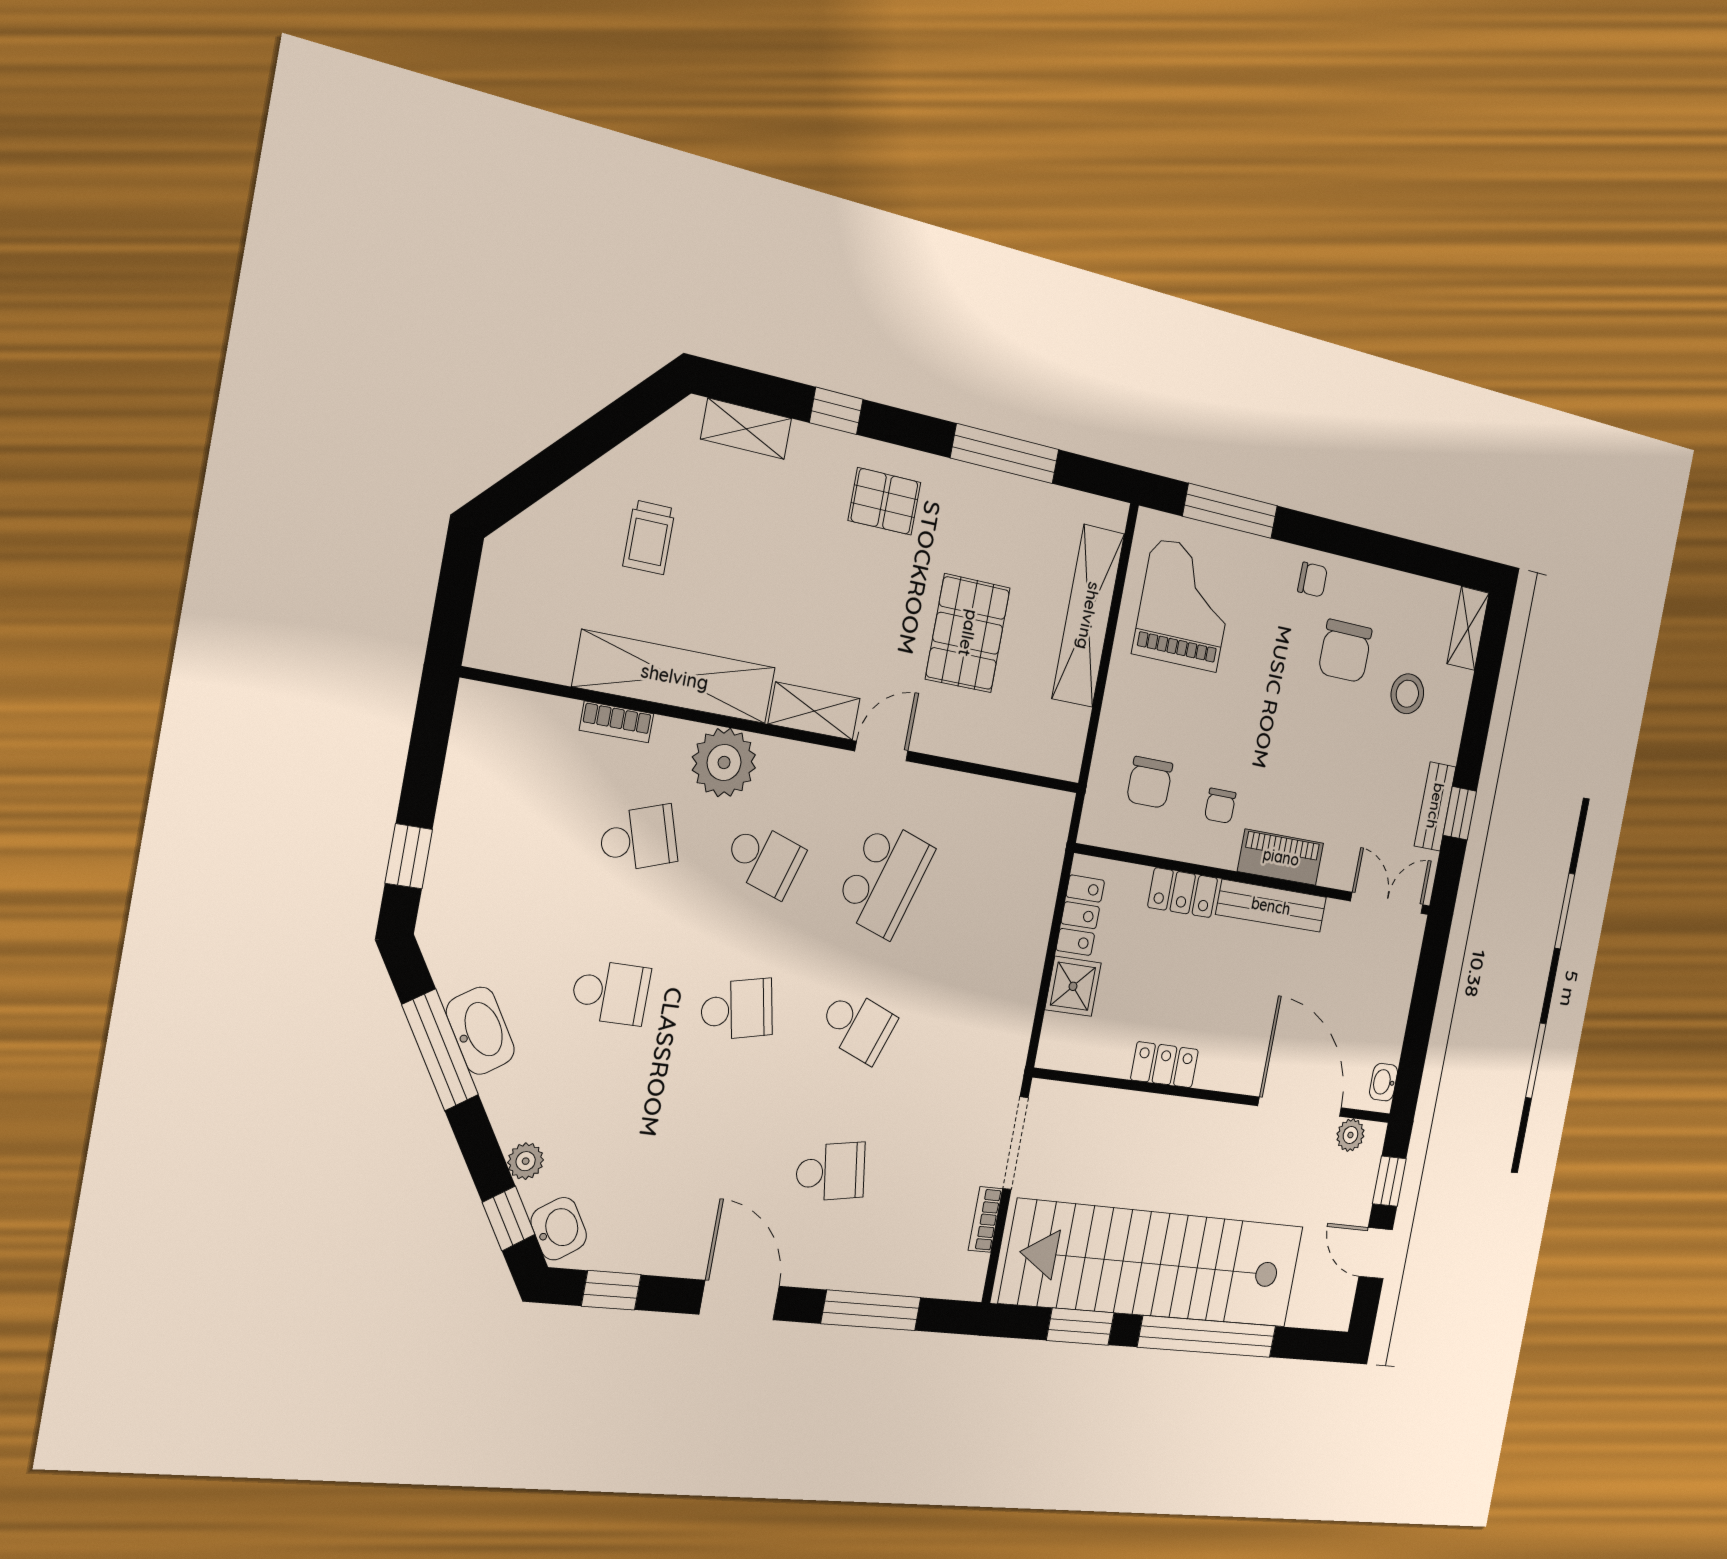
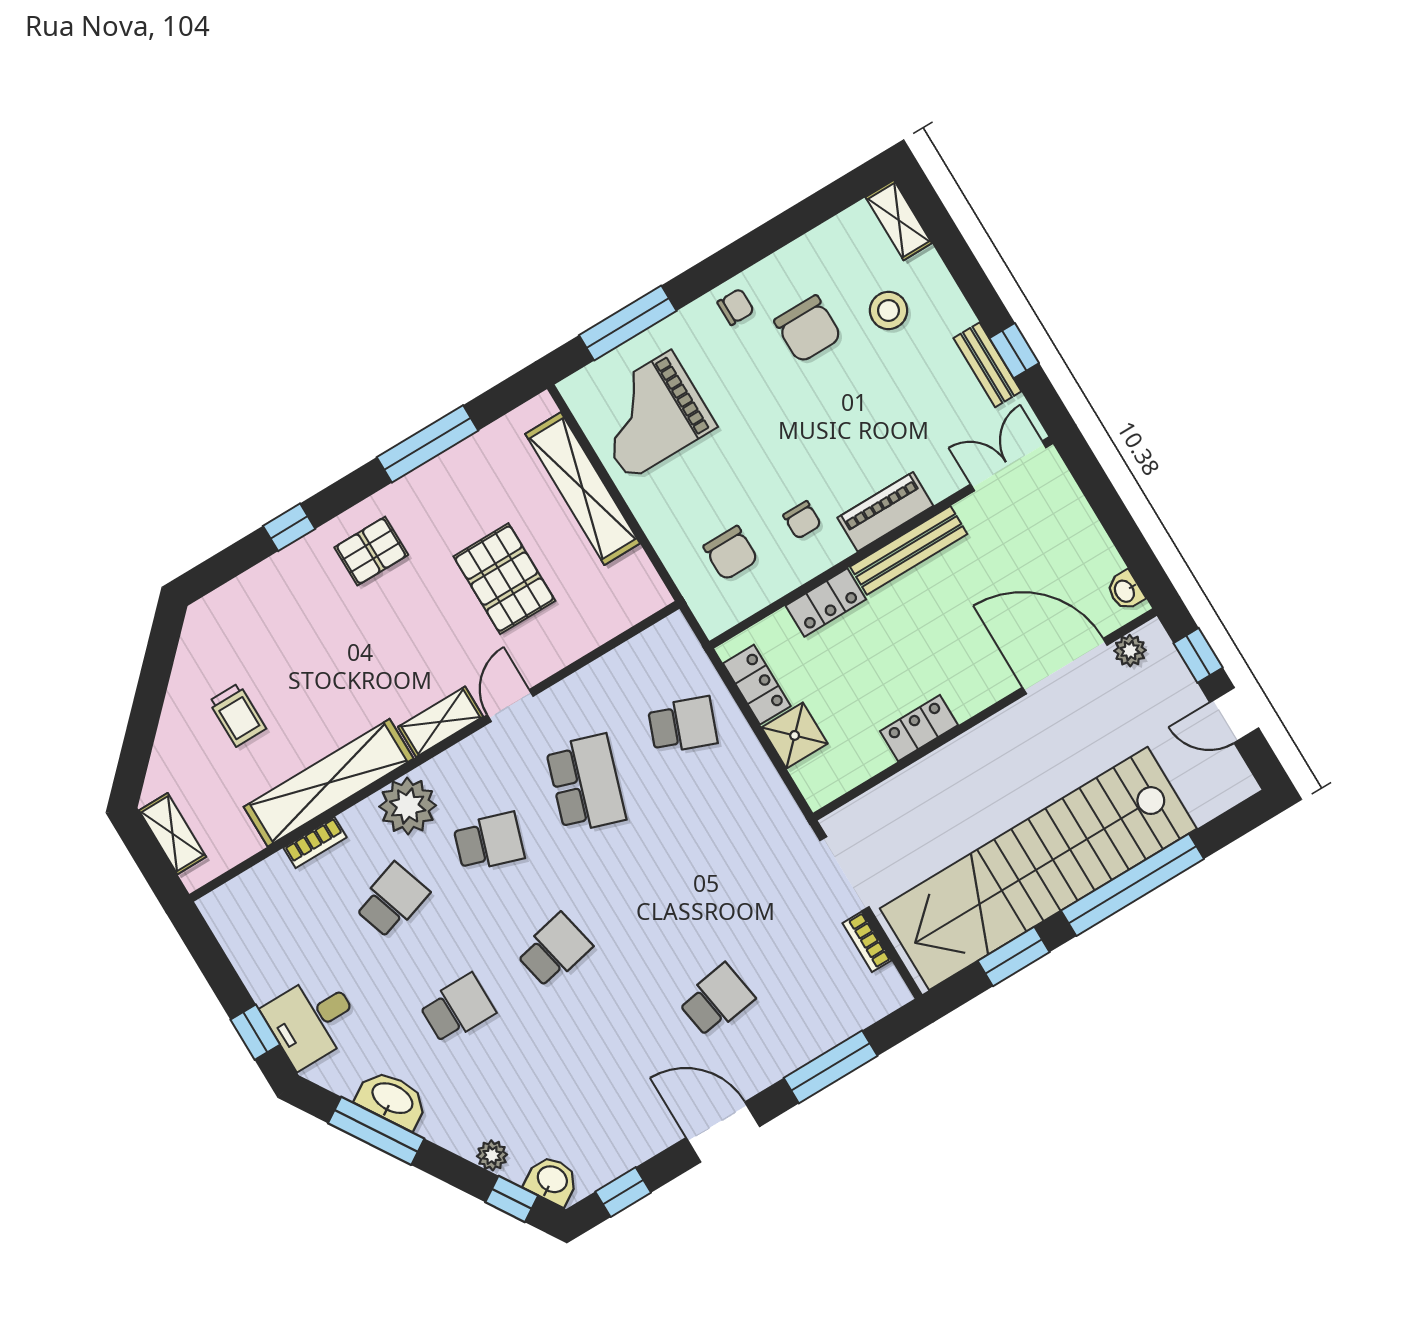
shelving: (746, 429) -> (173, 834), moved, turned 90
grand piano: (1185, 605) -> (650, 415), turned -90
desk: (472, 890) -> (312, 1020), added
school desk: (857, 1026) -> (683, 725), moved

